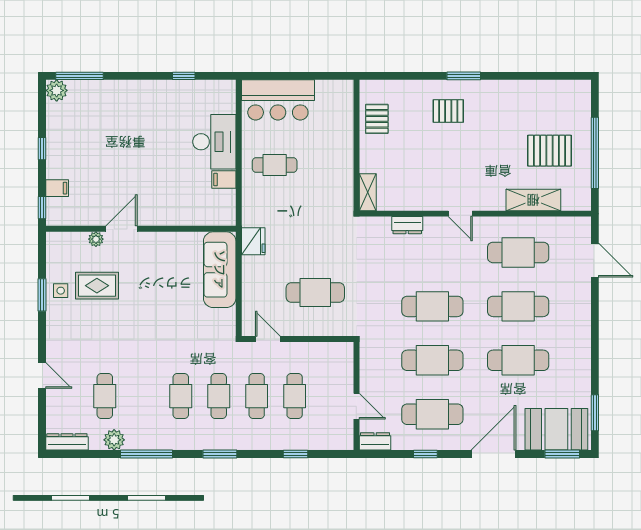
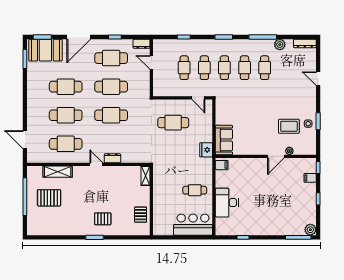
filing cabinet: (224, 180) -> (222, 165), moved
dresser: (407, 225) -> (112, 158), moved
sofa: (220, 270) -> (224, 140), width x0.73
cafe table: (105, 396) -> (265, 68), moved

